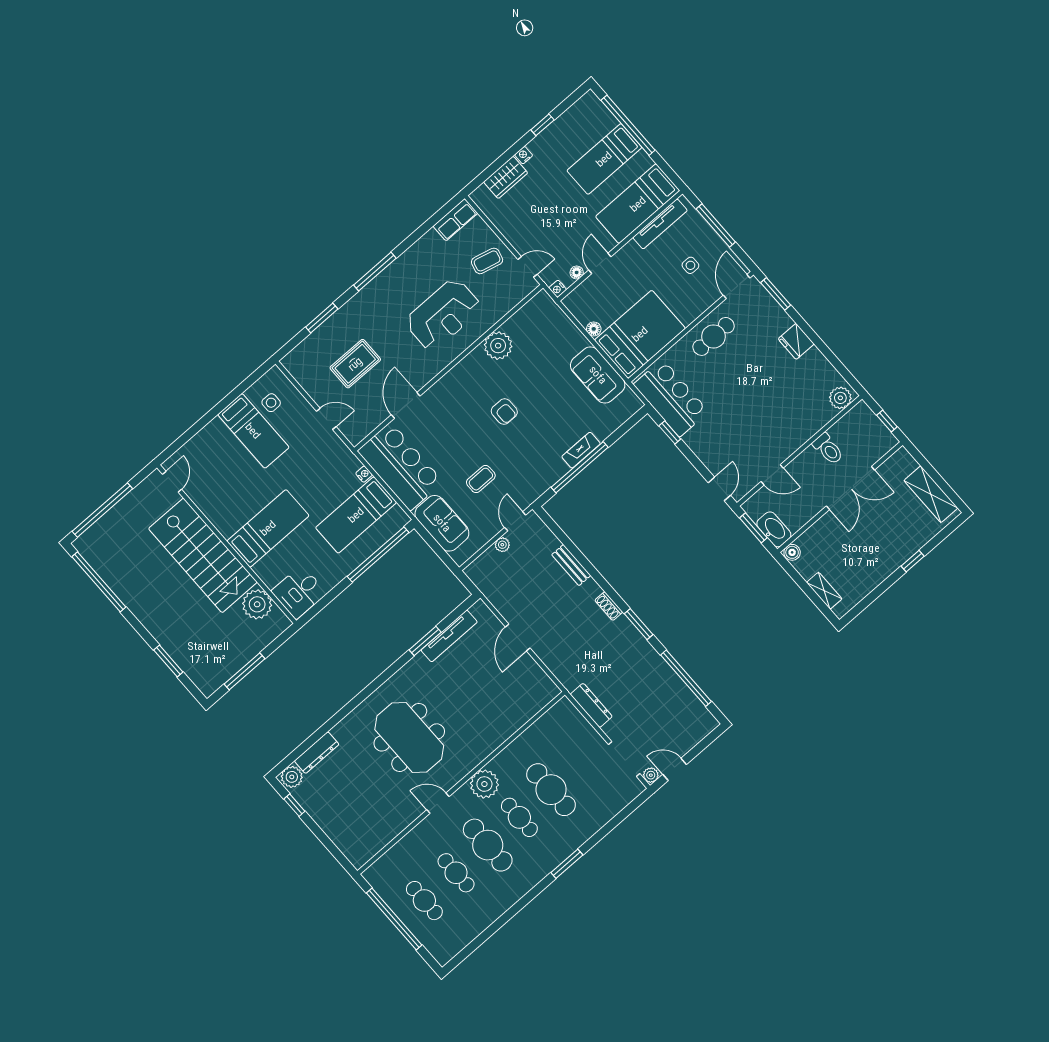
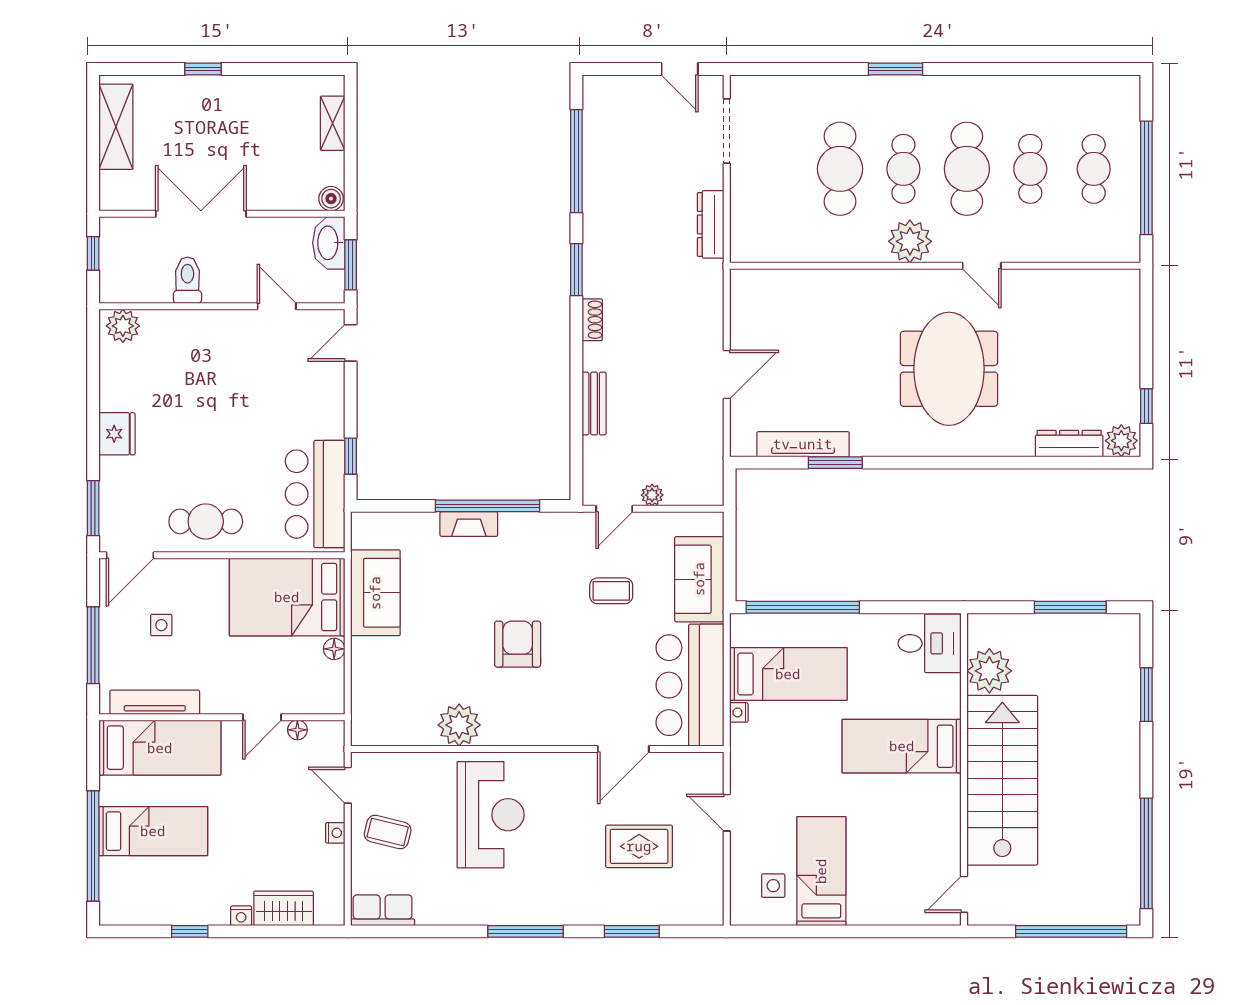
nightstand: (558, 289) -> (335, 833), moved
reception desk: (443, 315) -> (491, 815), turned 90
armchair: (504, 412) -> (518, 644), width x1.38, depth x1.38
plant: (651, 775) -> (712, 86), removed

